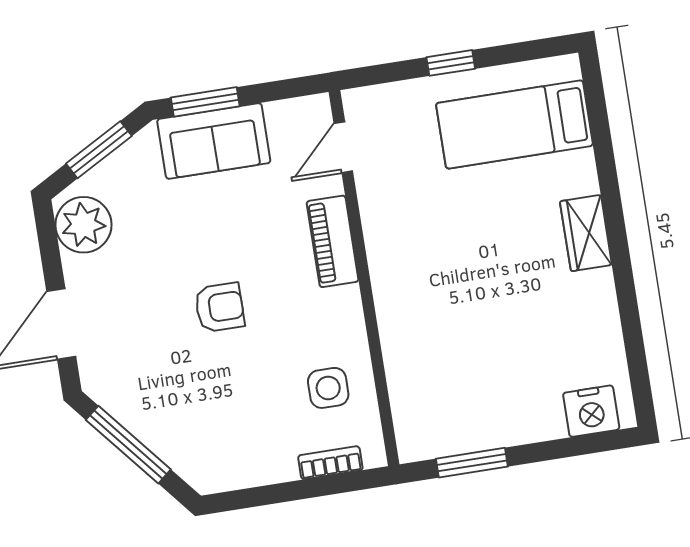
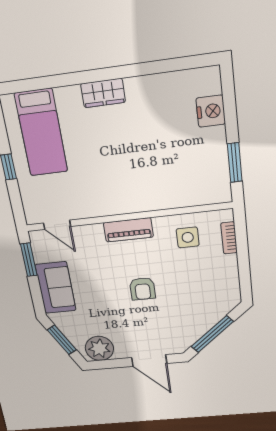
window: (205, 102) -> (29, 260), moved
piano: (333, 241) -> (128, 230), moved
armchair: (220, 307) -> (142, 289), turned 180
nightstand: (591, 411) -> (211, 111), moved

